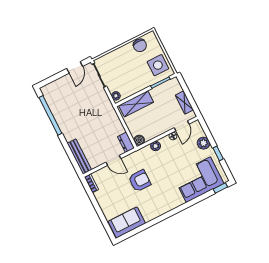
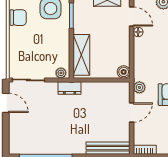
dresser: (126, 142) -> (70, 88), moved
plant: (156, 146) -> (139, 87), moved

